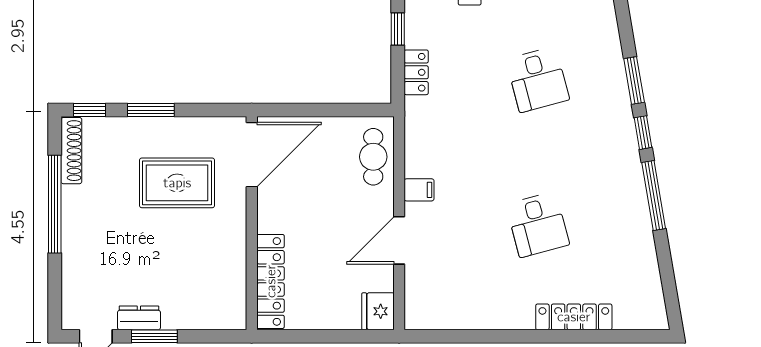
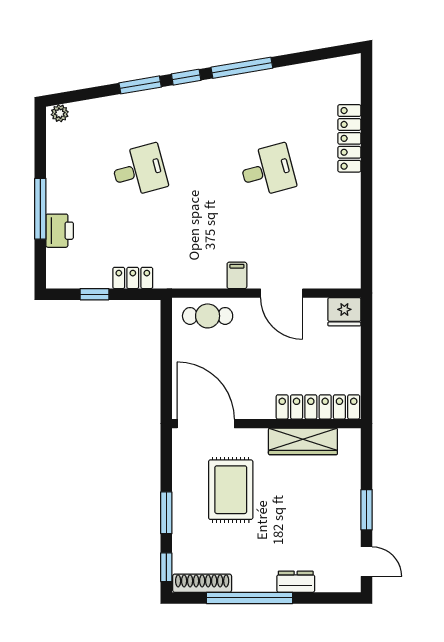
wardrobe: (232, 264) -> (303, 441), added
dresser: (139, 318) -> (296, 582), moved, turned 90

